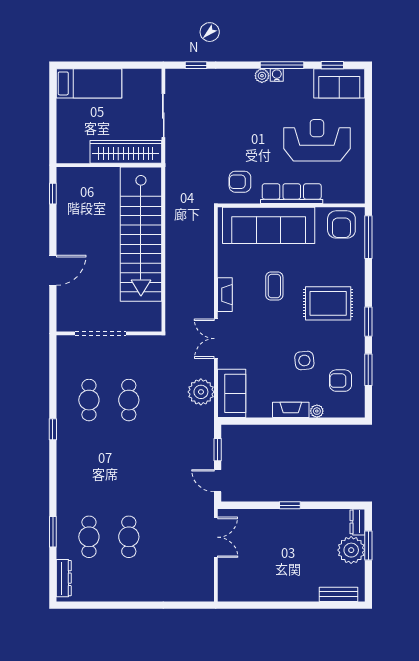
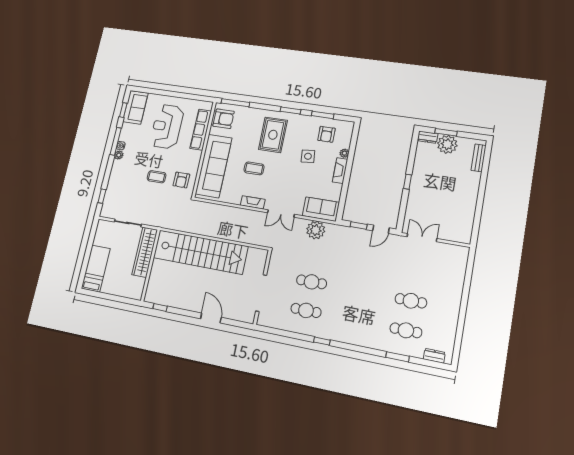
coffee table: (239, 143) -> (157, 177), added
row of seats: (292, 194) -> (201, 130), moved
dresser: (64, 578) -> (434, 356), width x0.70

